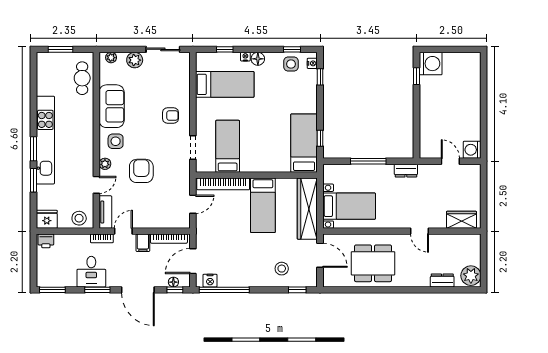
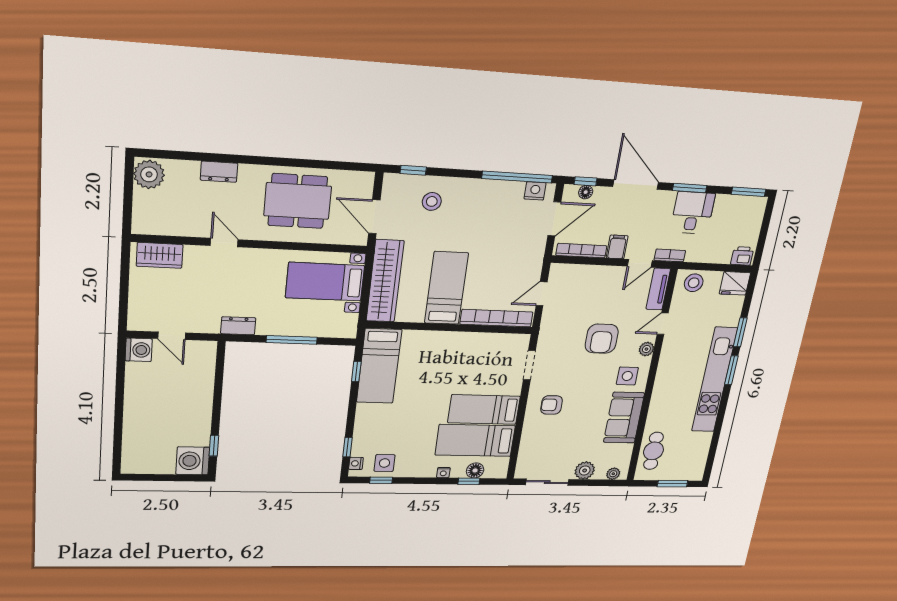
floor lamp: (258, 59) -> (475, 470), moved
bed: (228, 146) -> (484, 409), moved, turned 90
dresser: (442, 280) -> (219, 172), moved

